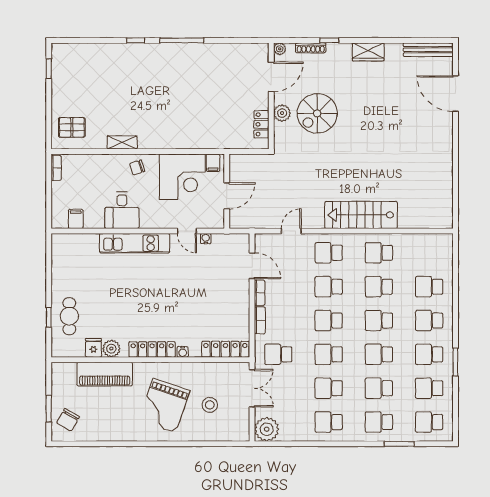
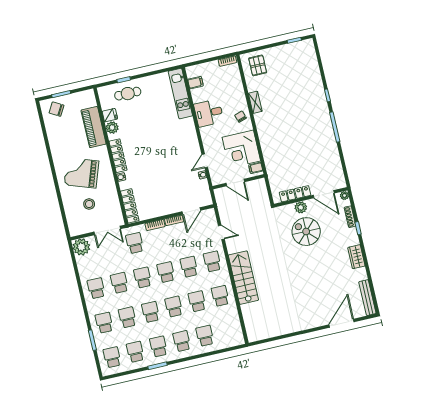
locker: (261, 124) -> (295, 194), width x1.53
kitchen unit: (135, 243) -> (180, 94), moved

